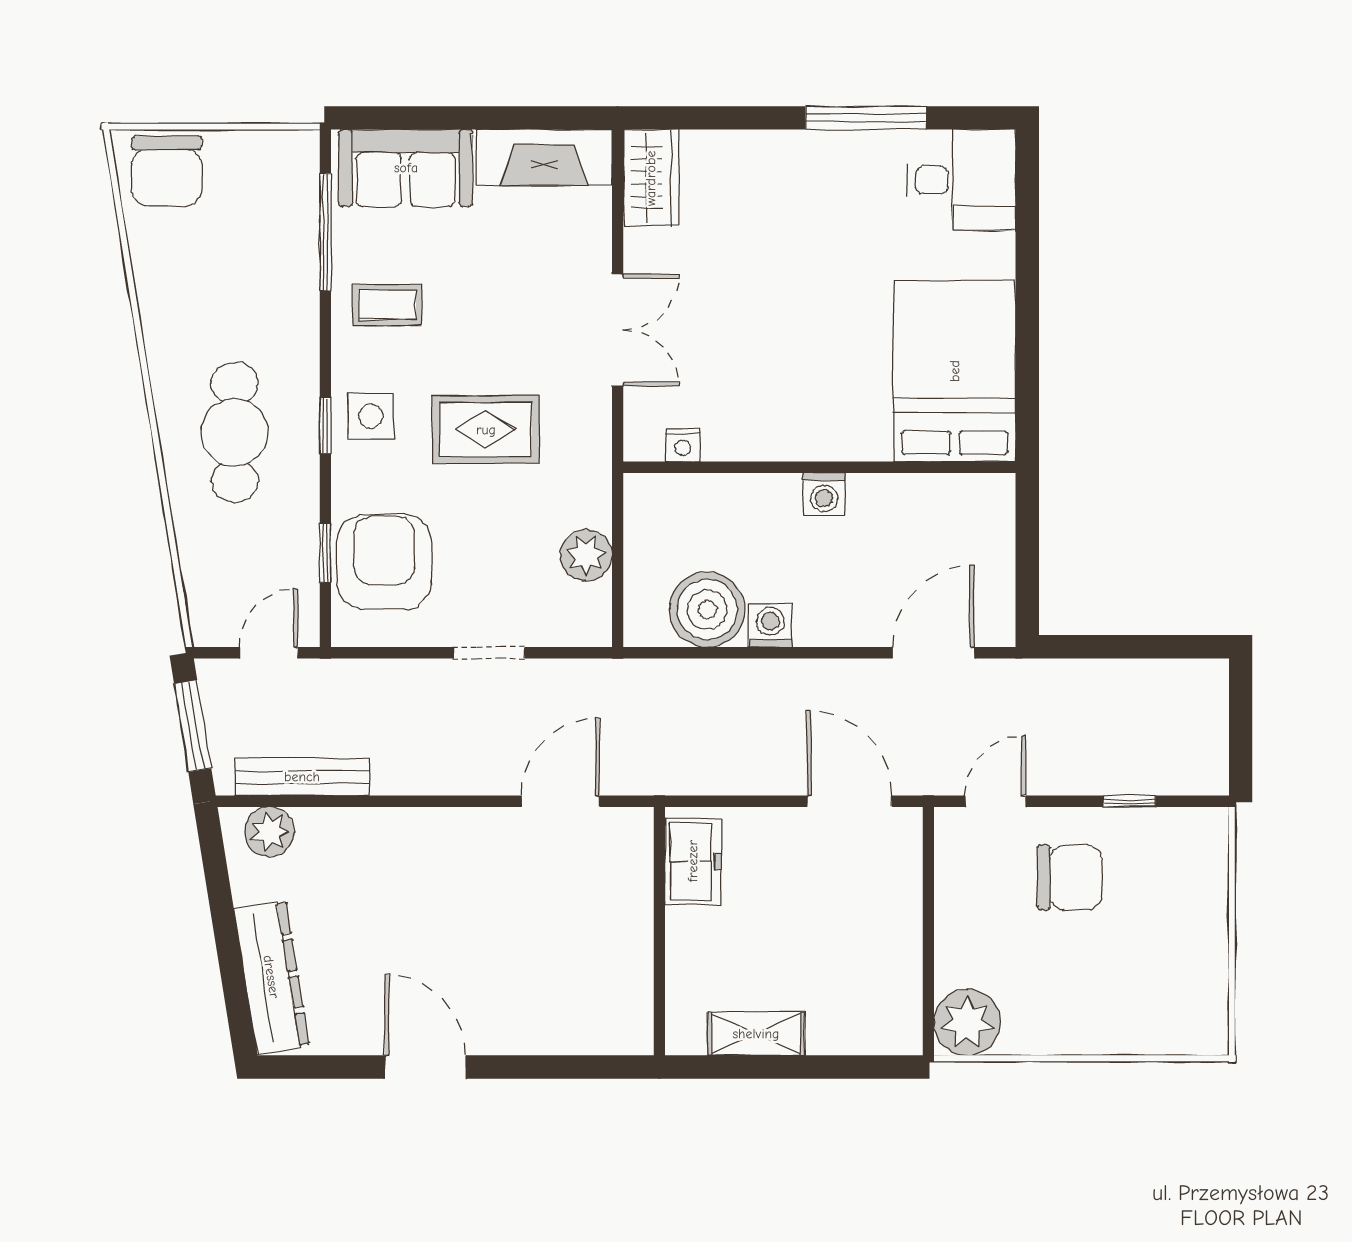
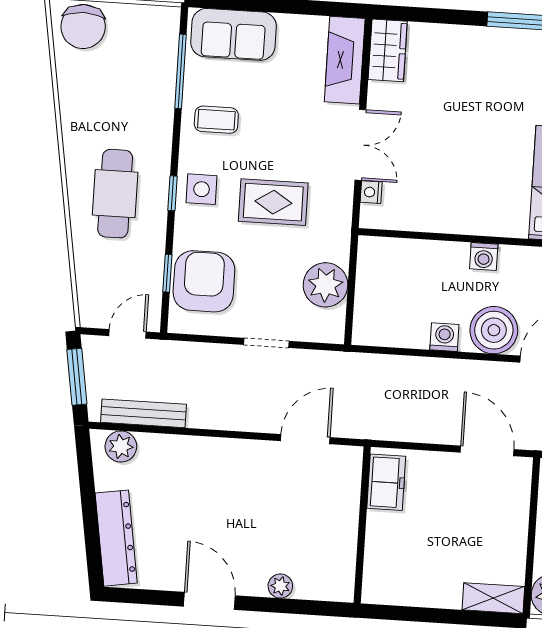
fireplace: (544, 157) -> (345, 60), moved, turned 90
nightstand: (683, 445) -> (371, 192), moved, turned 90
plant: (586, 555) -> (326, 285), width x1.36, depth x1.36
boiler: (707, 610) -> (494, 330), moved
shelving: (756, 1034) -> (493, 598), moved
plant: (536, 1036) -> (280, 586), added

